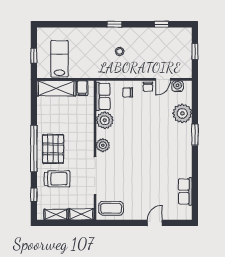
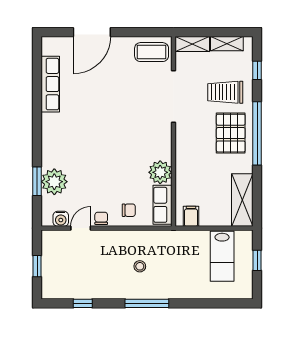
window: (115, 24) -> (147, 303), width x2.17
shelving: (56, 88) -> (242, 200), moved, turned 90
window: (195, 135) -> (37, 181), moved
plant: (103, 145) -> (163, 138), removed
row of seats: (185, 191) -> (50, 84), width x1.48
door: (155, 223) -> (92, 32), width x1.88

